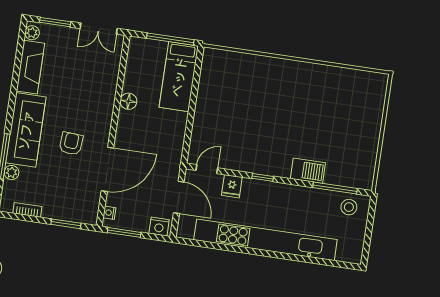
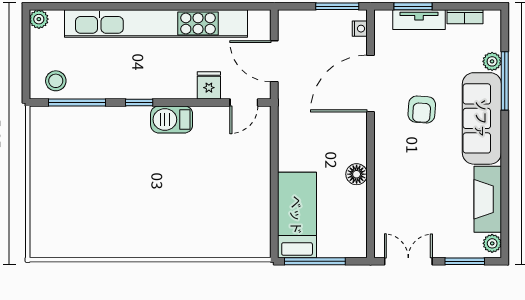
barbecue: (308, 171) -> (172, 119), moved
window: (263, 177) -> (139, 102), moved
tv unit: (63, 213) -> (419, 20), added
nightstand: (159, 227) -> (294, 20), removed
plant: (355, 256) -> (39, 19), added

